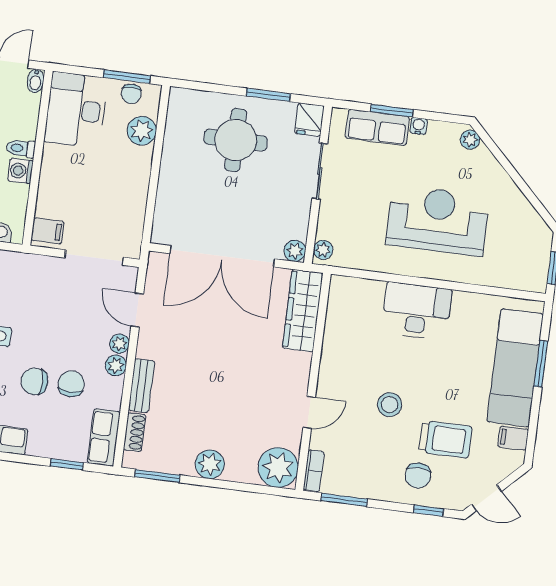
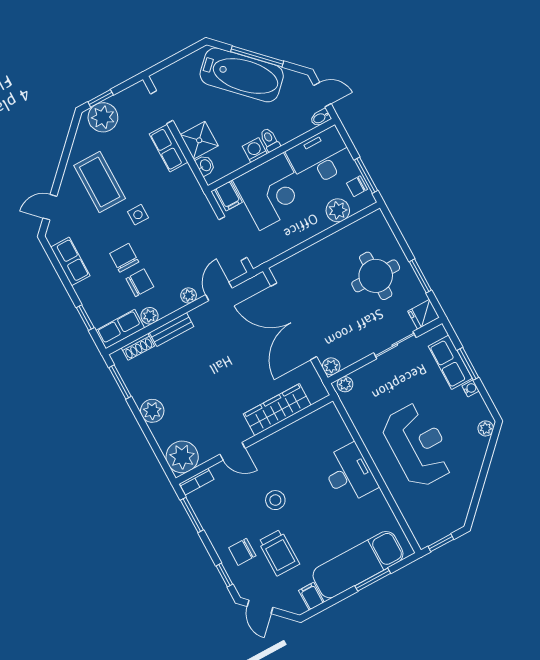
corner desk: (74, 184) -> (271, 192), added
wardrobe: (303, 311) -> (277, 410), moved
plant: (116, 365) -> (150, 316), moved

